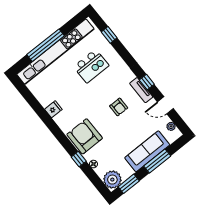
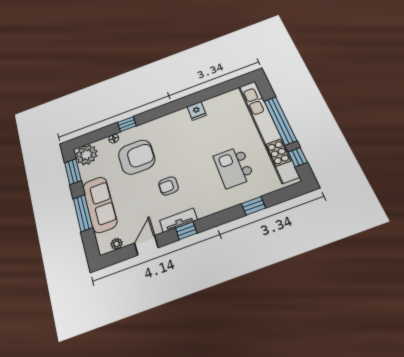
window: (71, 25) -> (298, 157), added
window: (109, 35) -> (253, 206), moved
armchair: (85, 136) -> (137, 157), moved

